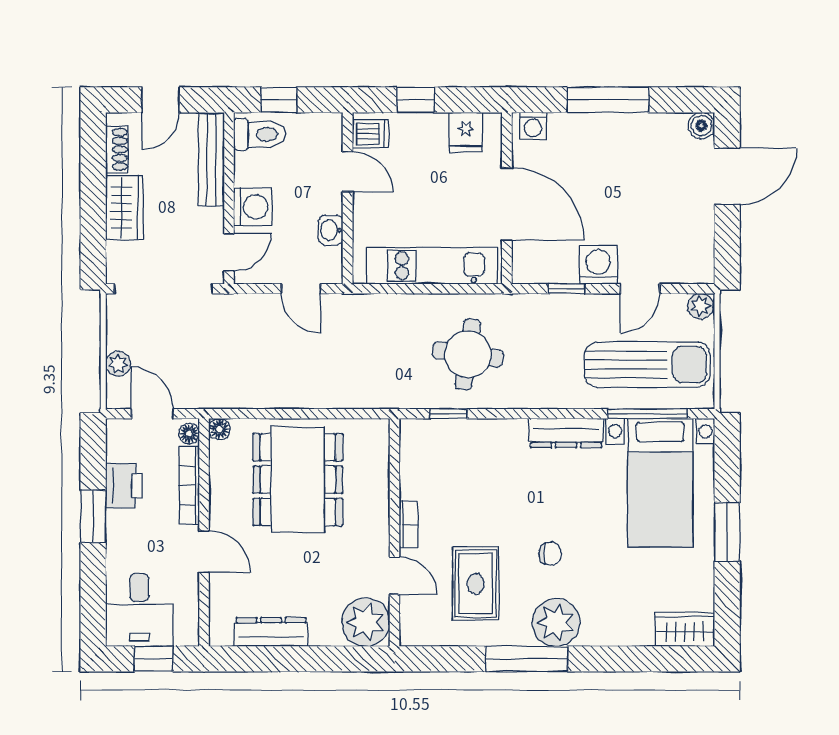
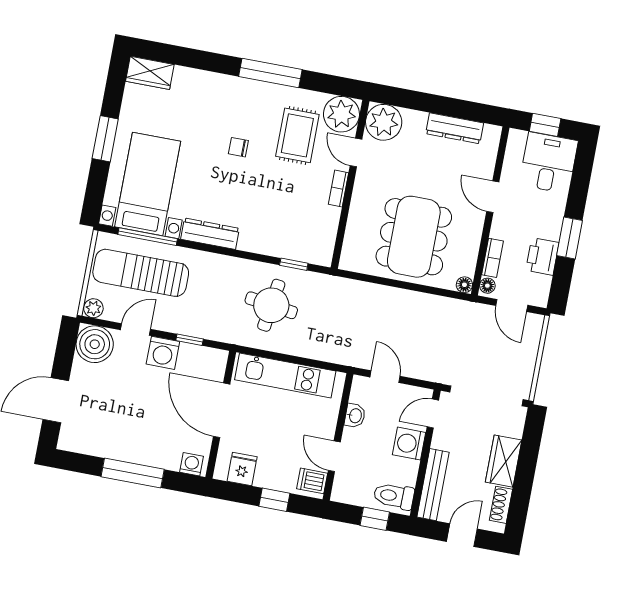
boiler: (701, 126) -> (95, 344), moved, width x1.86, depth x1.86
plant: (118, 364) -> (530, 347), removed
bookcase: (189, 485) -> (492, 258), width x0.64
plant: (556, 622) -> (341, 114), moved

